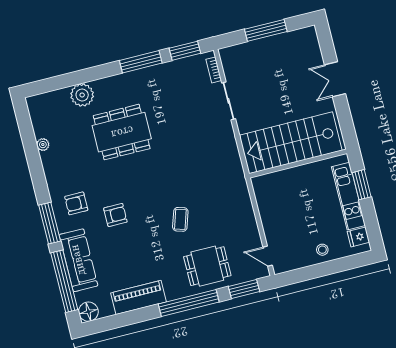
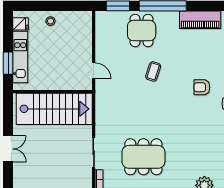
dining table: (122, 132) -> (143, 157), moved
door: (268, 256) -> (94, 71), moved
dining table: (207, 266) -> (142, 31), turned 90

